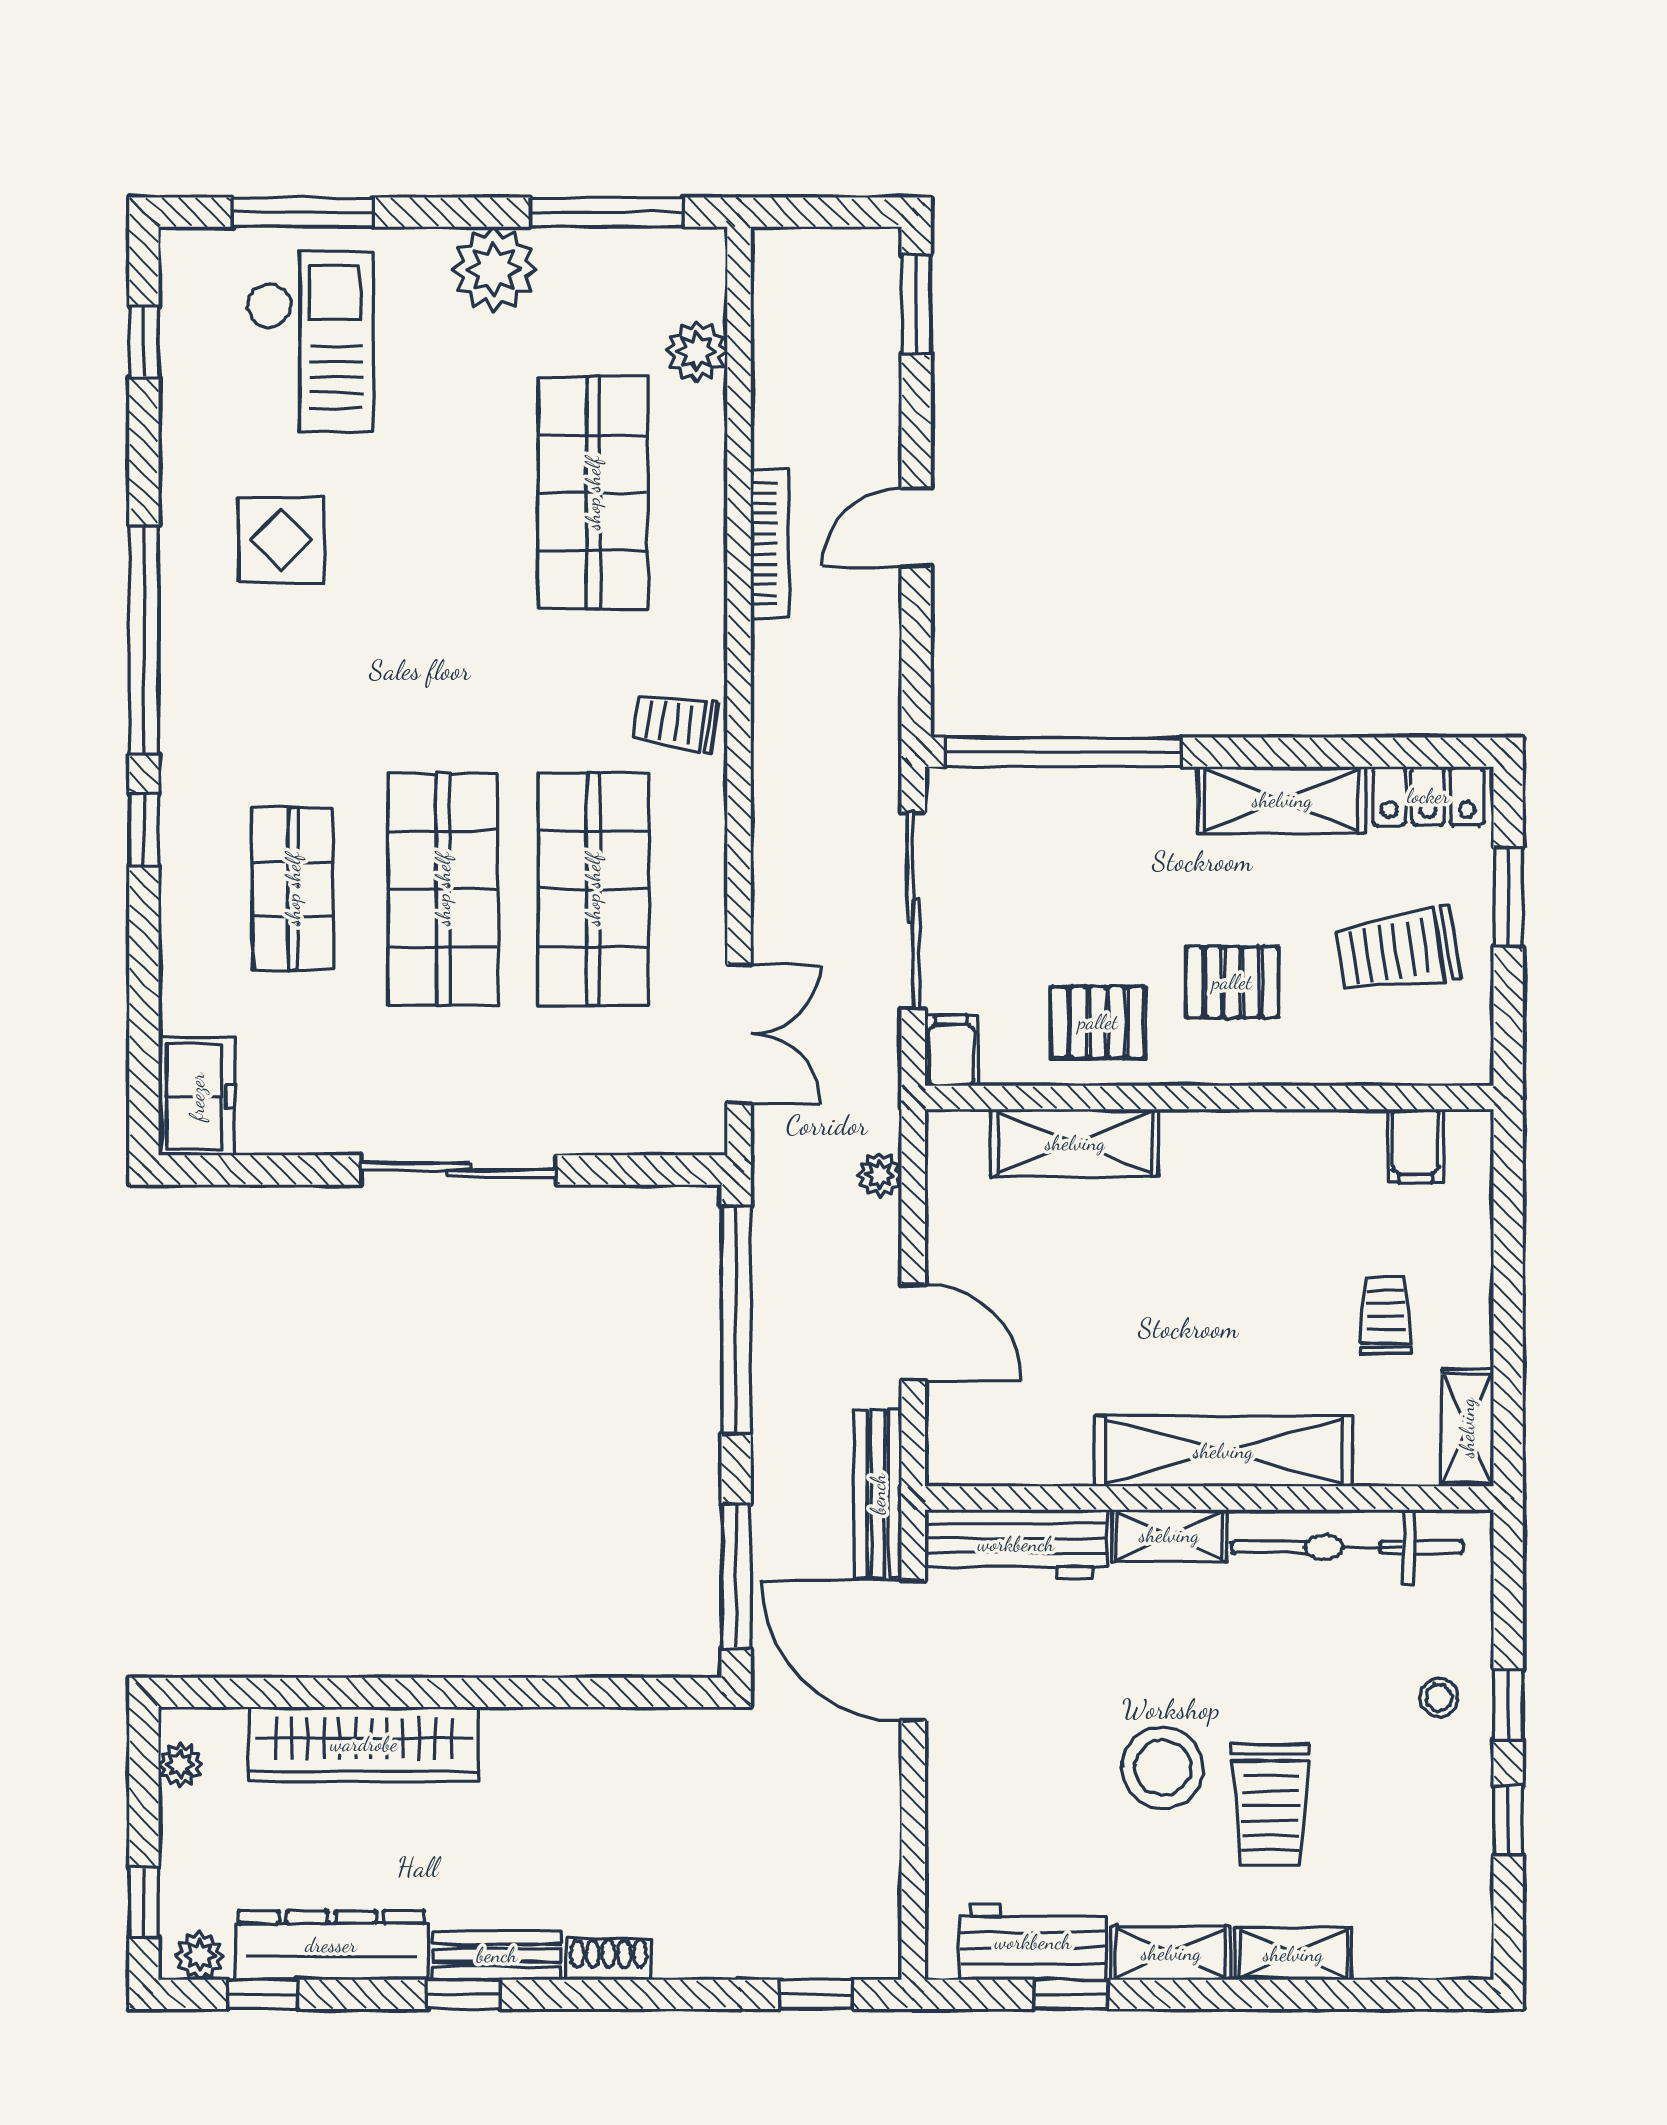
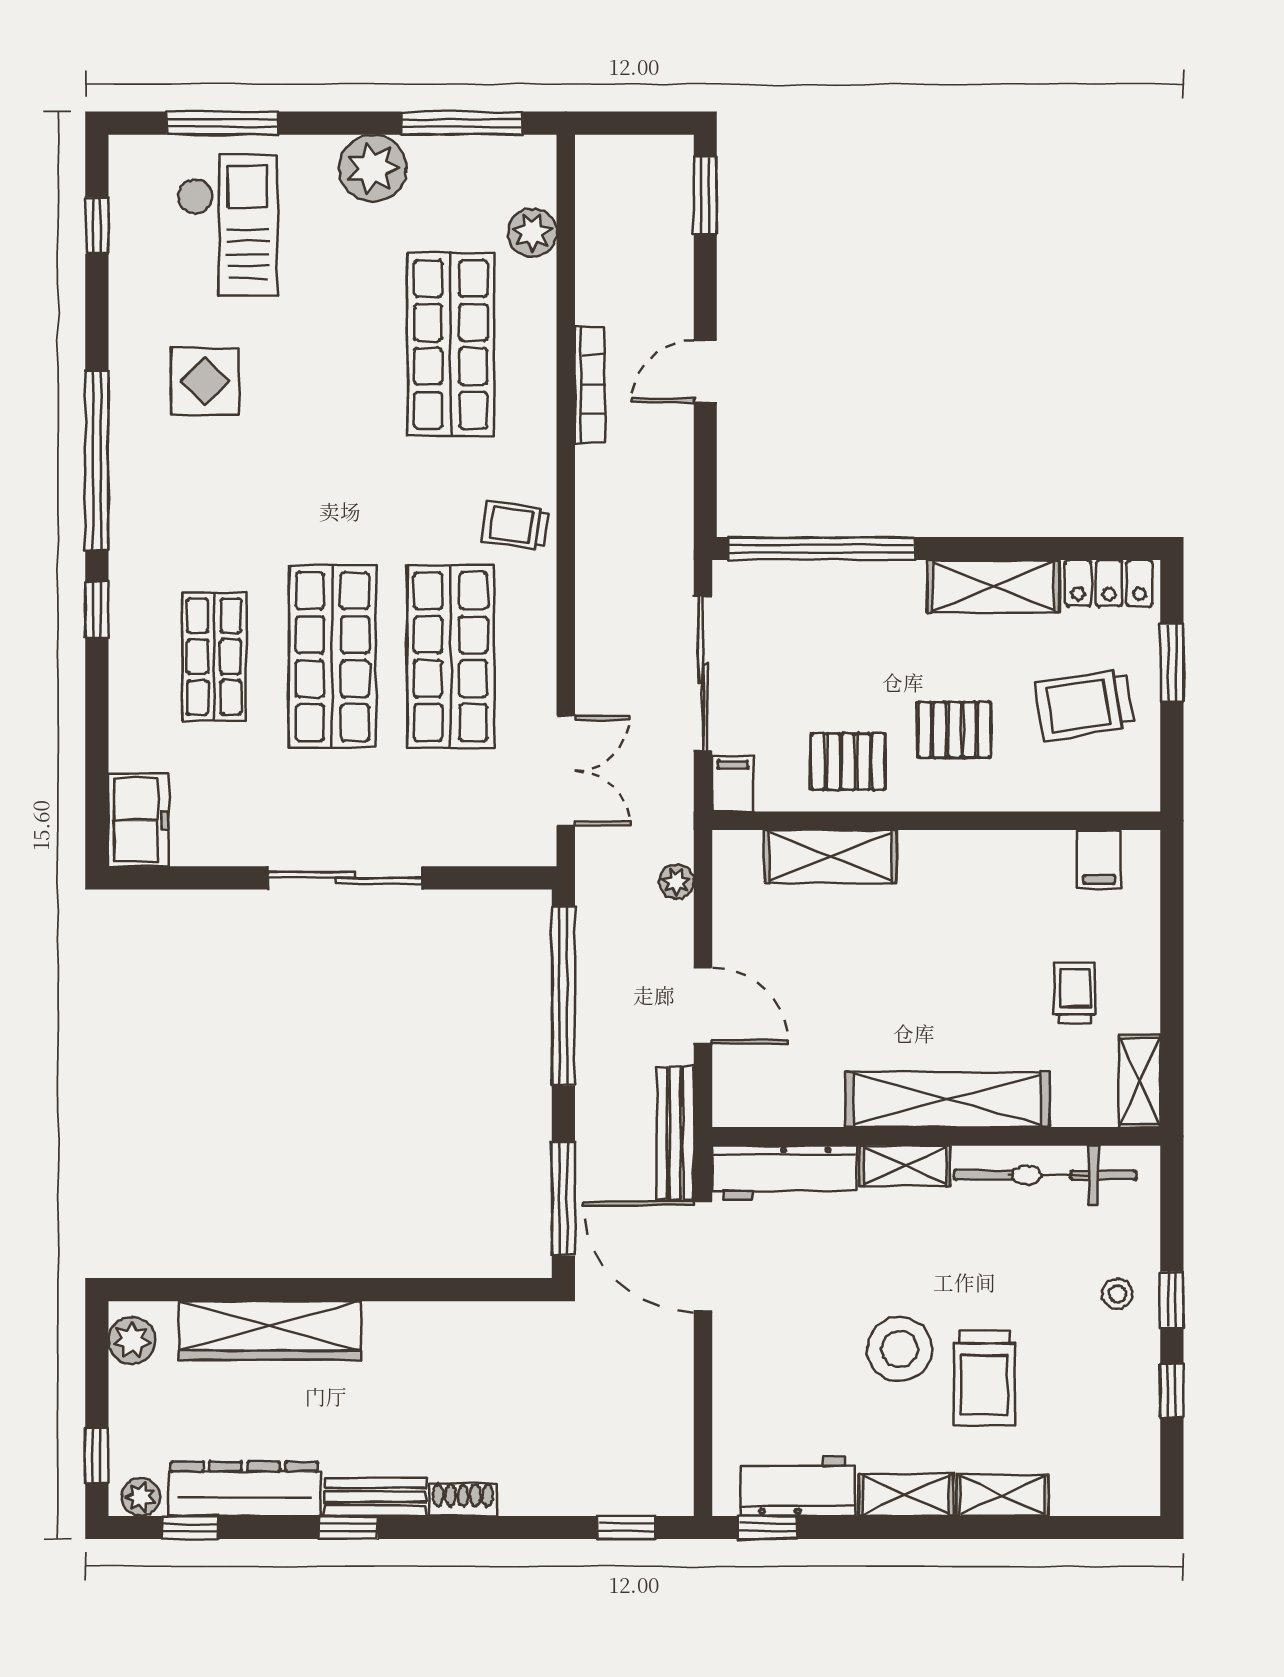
plant: (180, 1765) -> (132, 1340), width x1.38, depth x1.38
window: (1071, 1994) -> (767, 1527), moved

